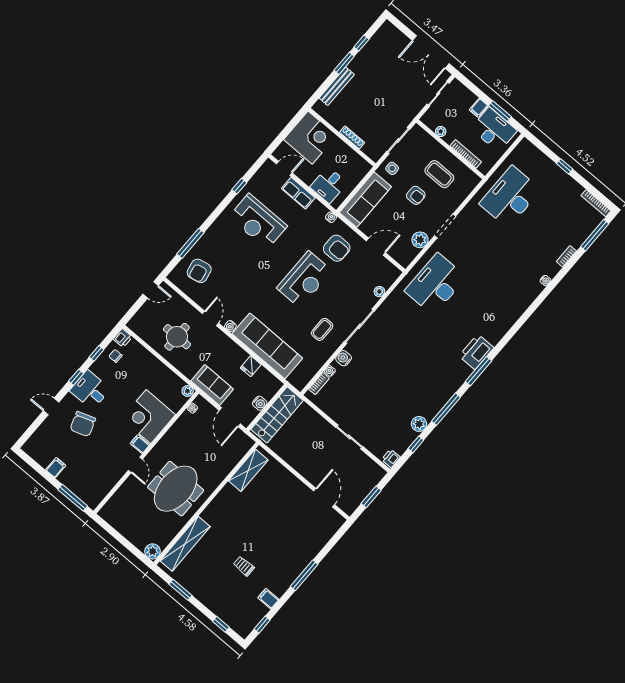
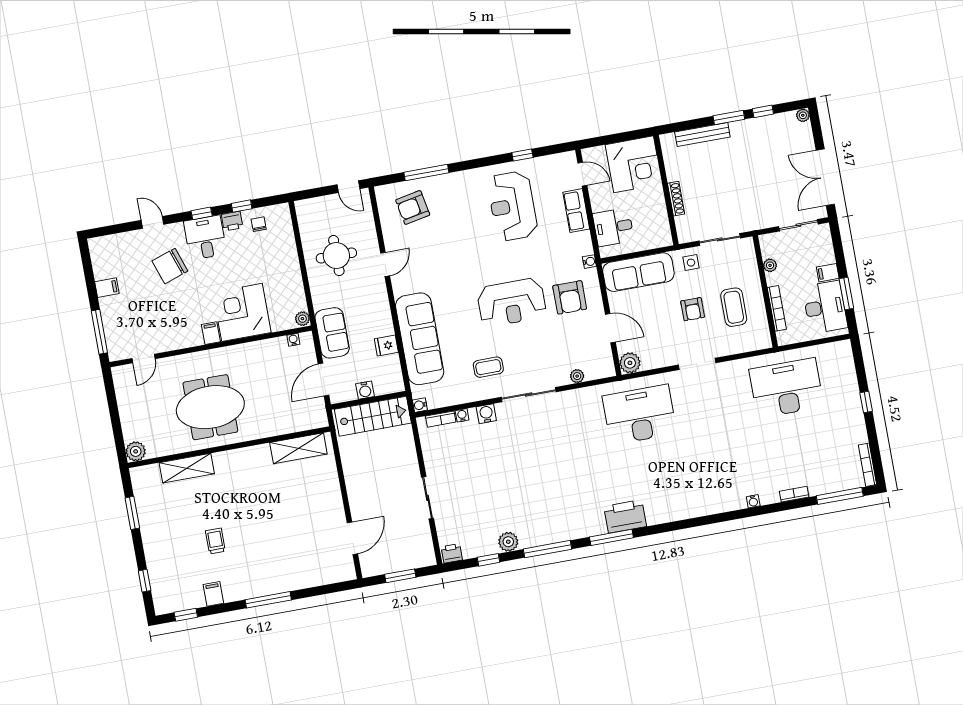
plant: (387, 26) -> (803, 115), added
plant: (420, 240) -> (630, 363), moved
water cooler: (230, 326) -> (420, 405), moved
printer: (123, 338) -> (232, 221), moved
door: (135, 465) -> (143, 359), moved
shelving: (185, 544) -> (187, 468), width x0.68

